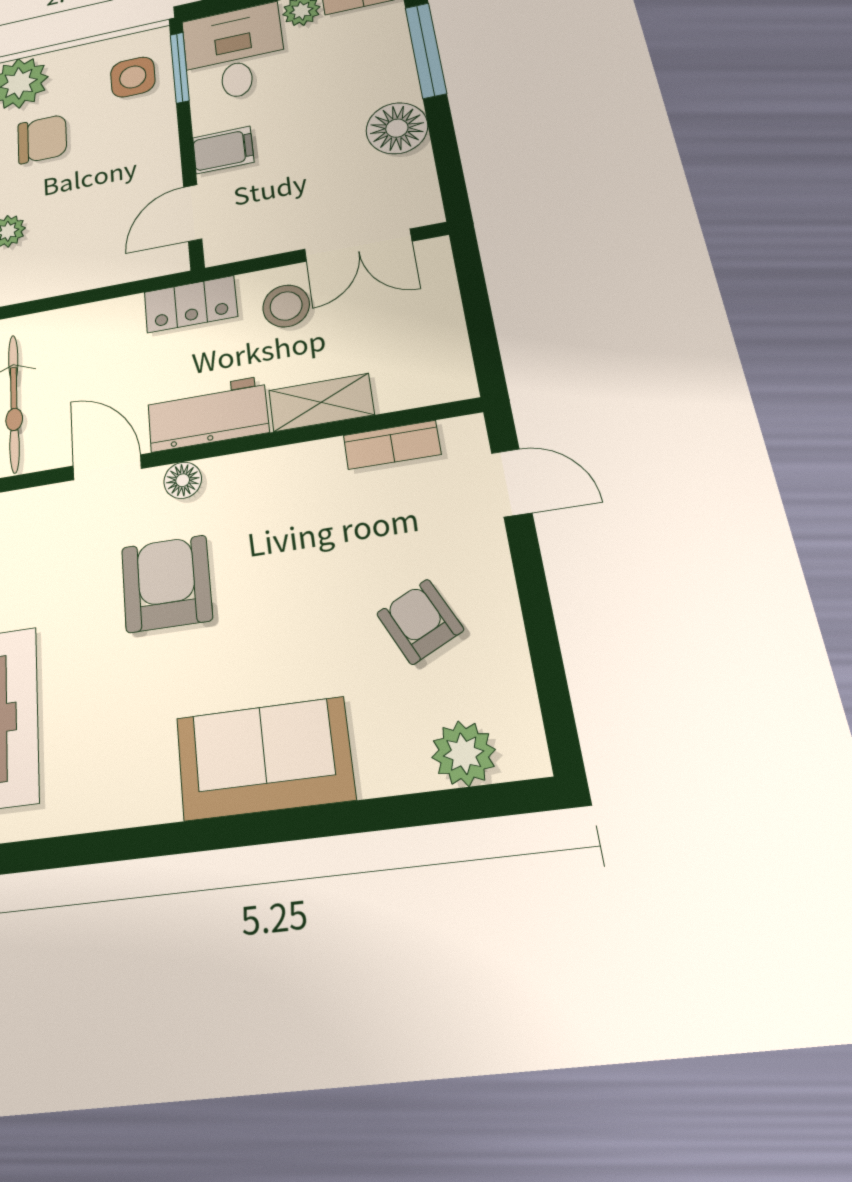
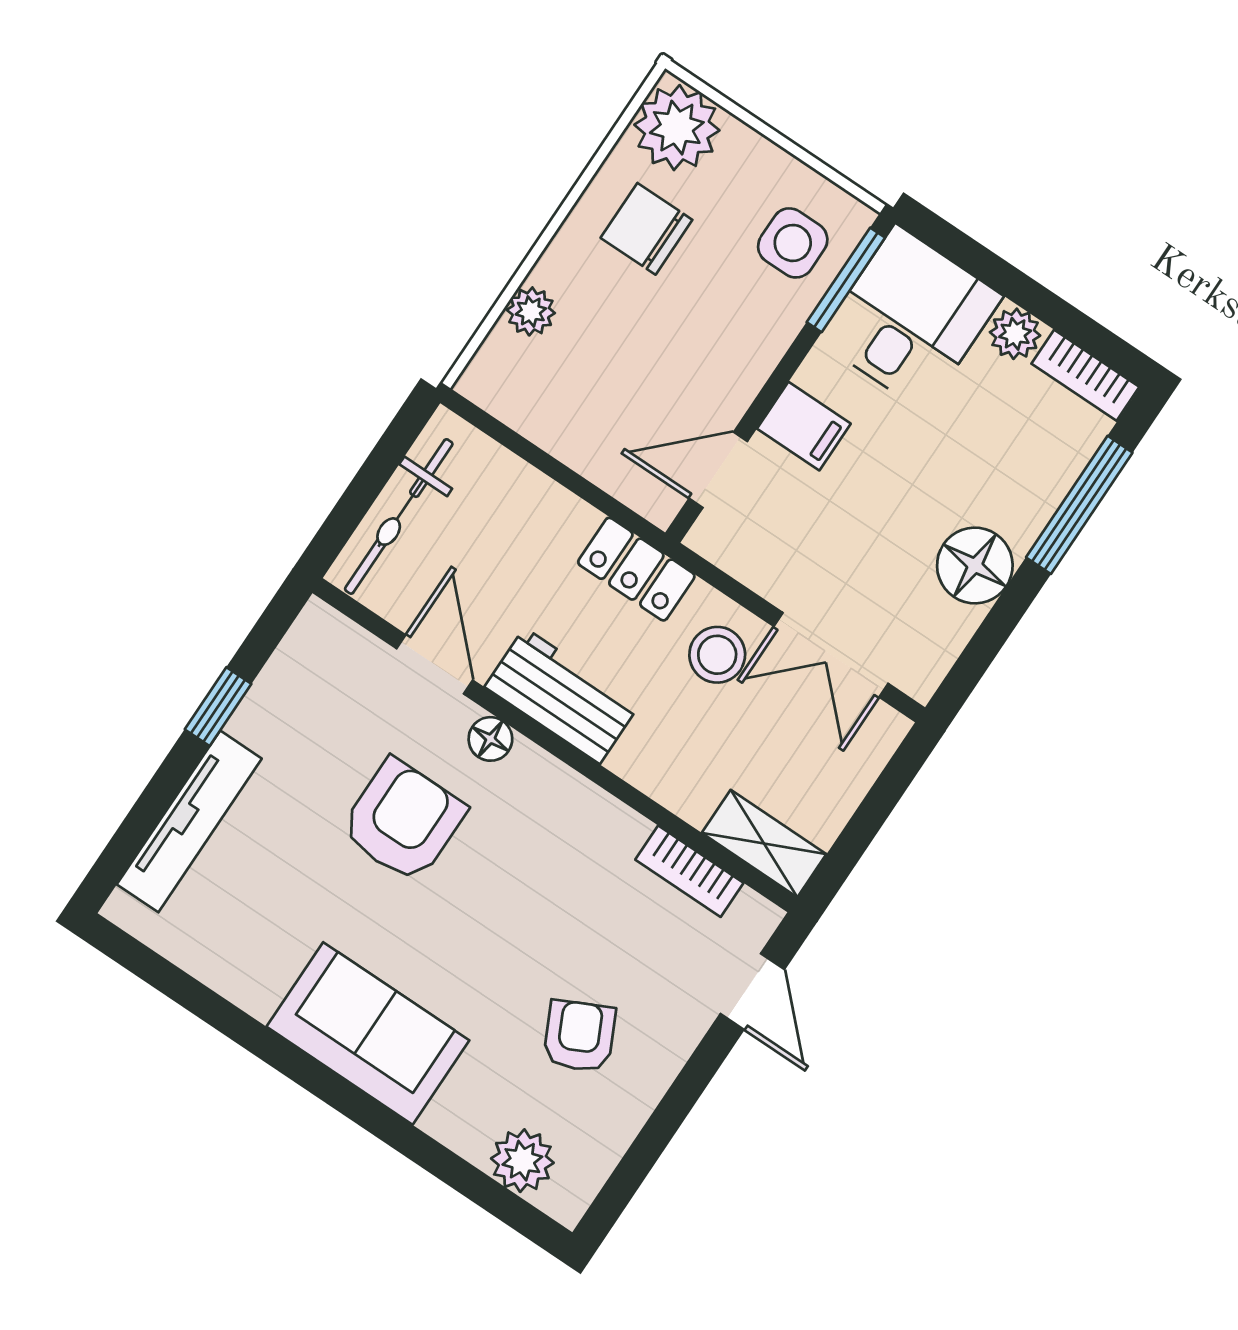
chair: (42, 139) -> (646, 229), turned 180
shelving: (321, 403) -> (764, 844), moved

